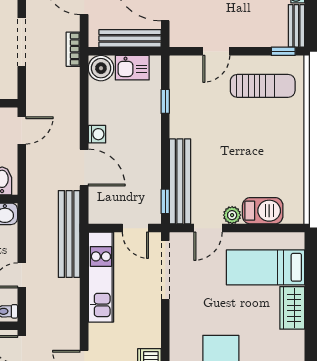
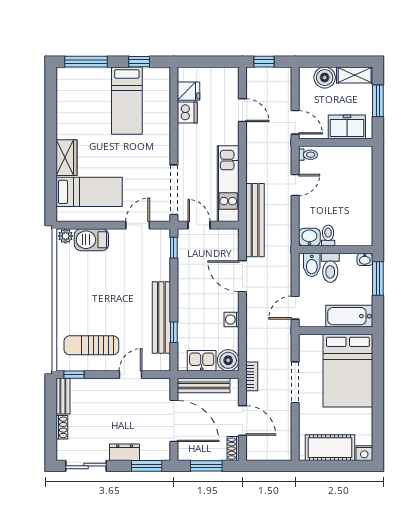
washing machine: (97, 134) -> (232, 320), moved
bench: (180, 181) -> (161, 318), moved
plant: (232, 215) -> (66, 236), moved

